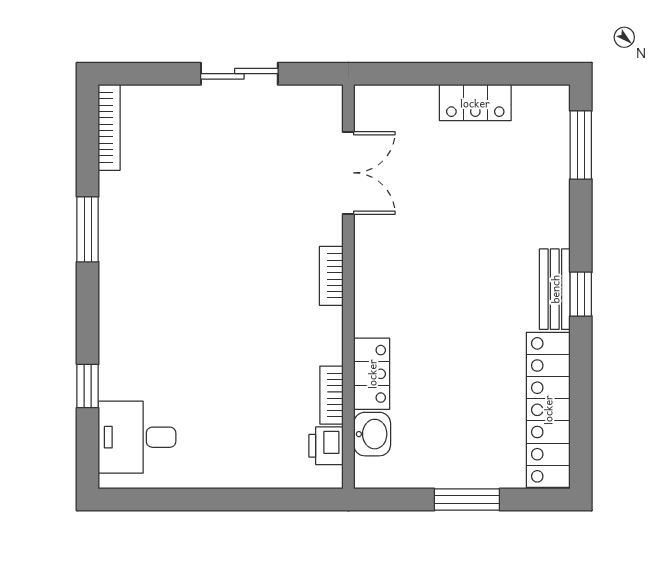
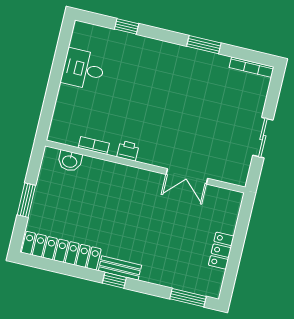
double door: (348, 173) -> (187, 176), moved
bookcase: (331, 276) -> (153, 159), removed
locker: (372, 374) -> (100, 168), removed
desk: (137, 437) -> (83, 69), moved, turned -90
printer: (326, 446) -> (128, 151), moved

